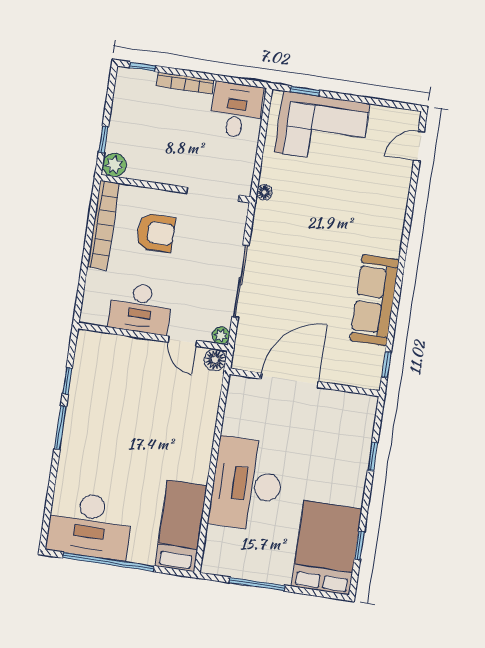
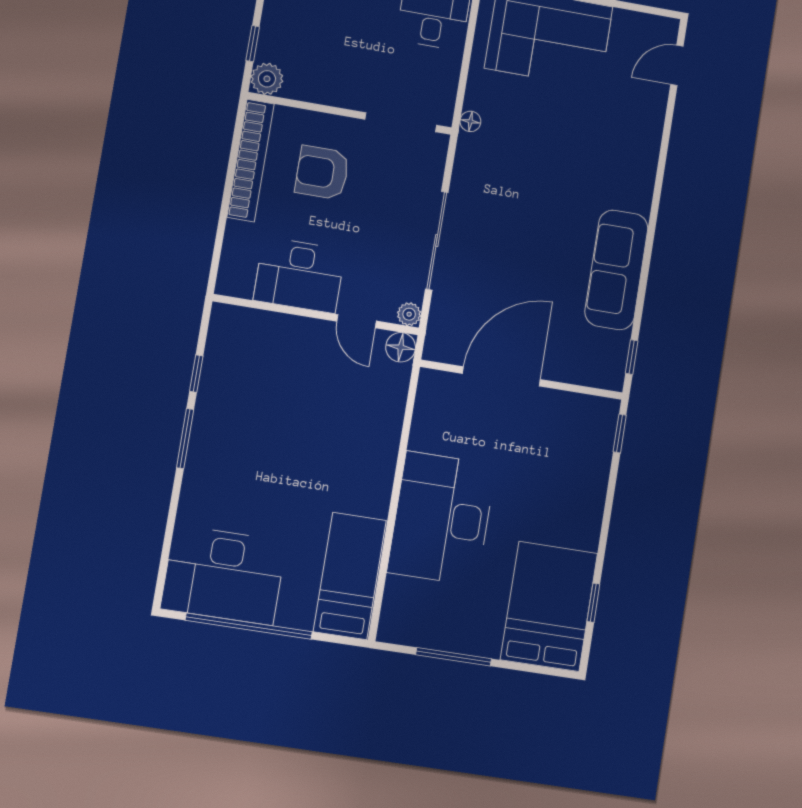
armchair: (156, 233) -> (322, 173), turned 180
window: (373, 456) -> (620, 434), moved

